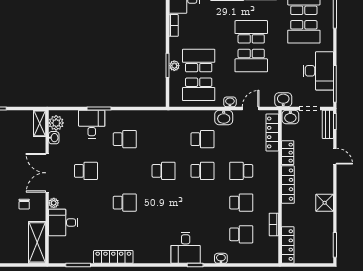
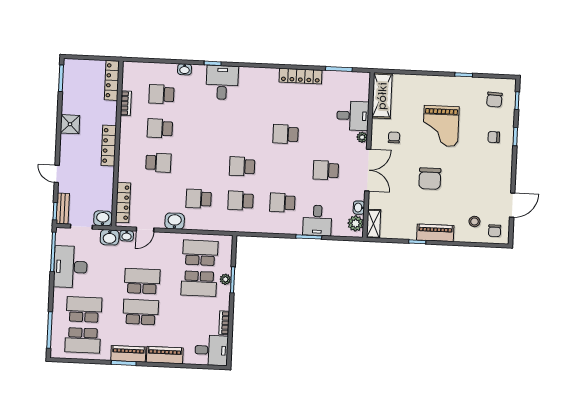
school desk: (251, 32) -> (141, 312), turned 180
washbasin: (230, 102) -> (127, 236), moved
locker: (288, 153) -> (107, 180), removed
school desk: (202, 171) -> (241, 201), moved

